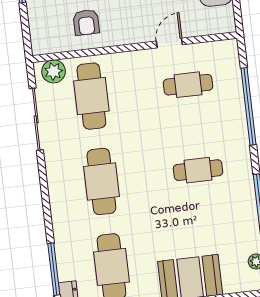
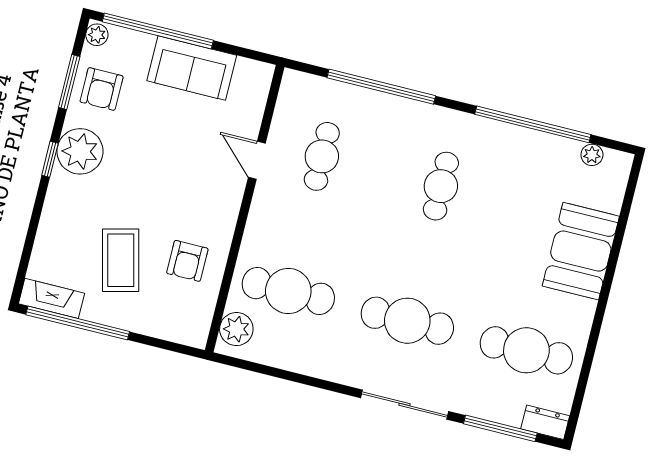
armchair: (86, 22) -> (187, 261), turned 90
sliding door: (36, 119) -> (404, 405), moved

